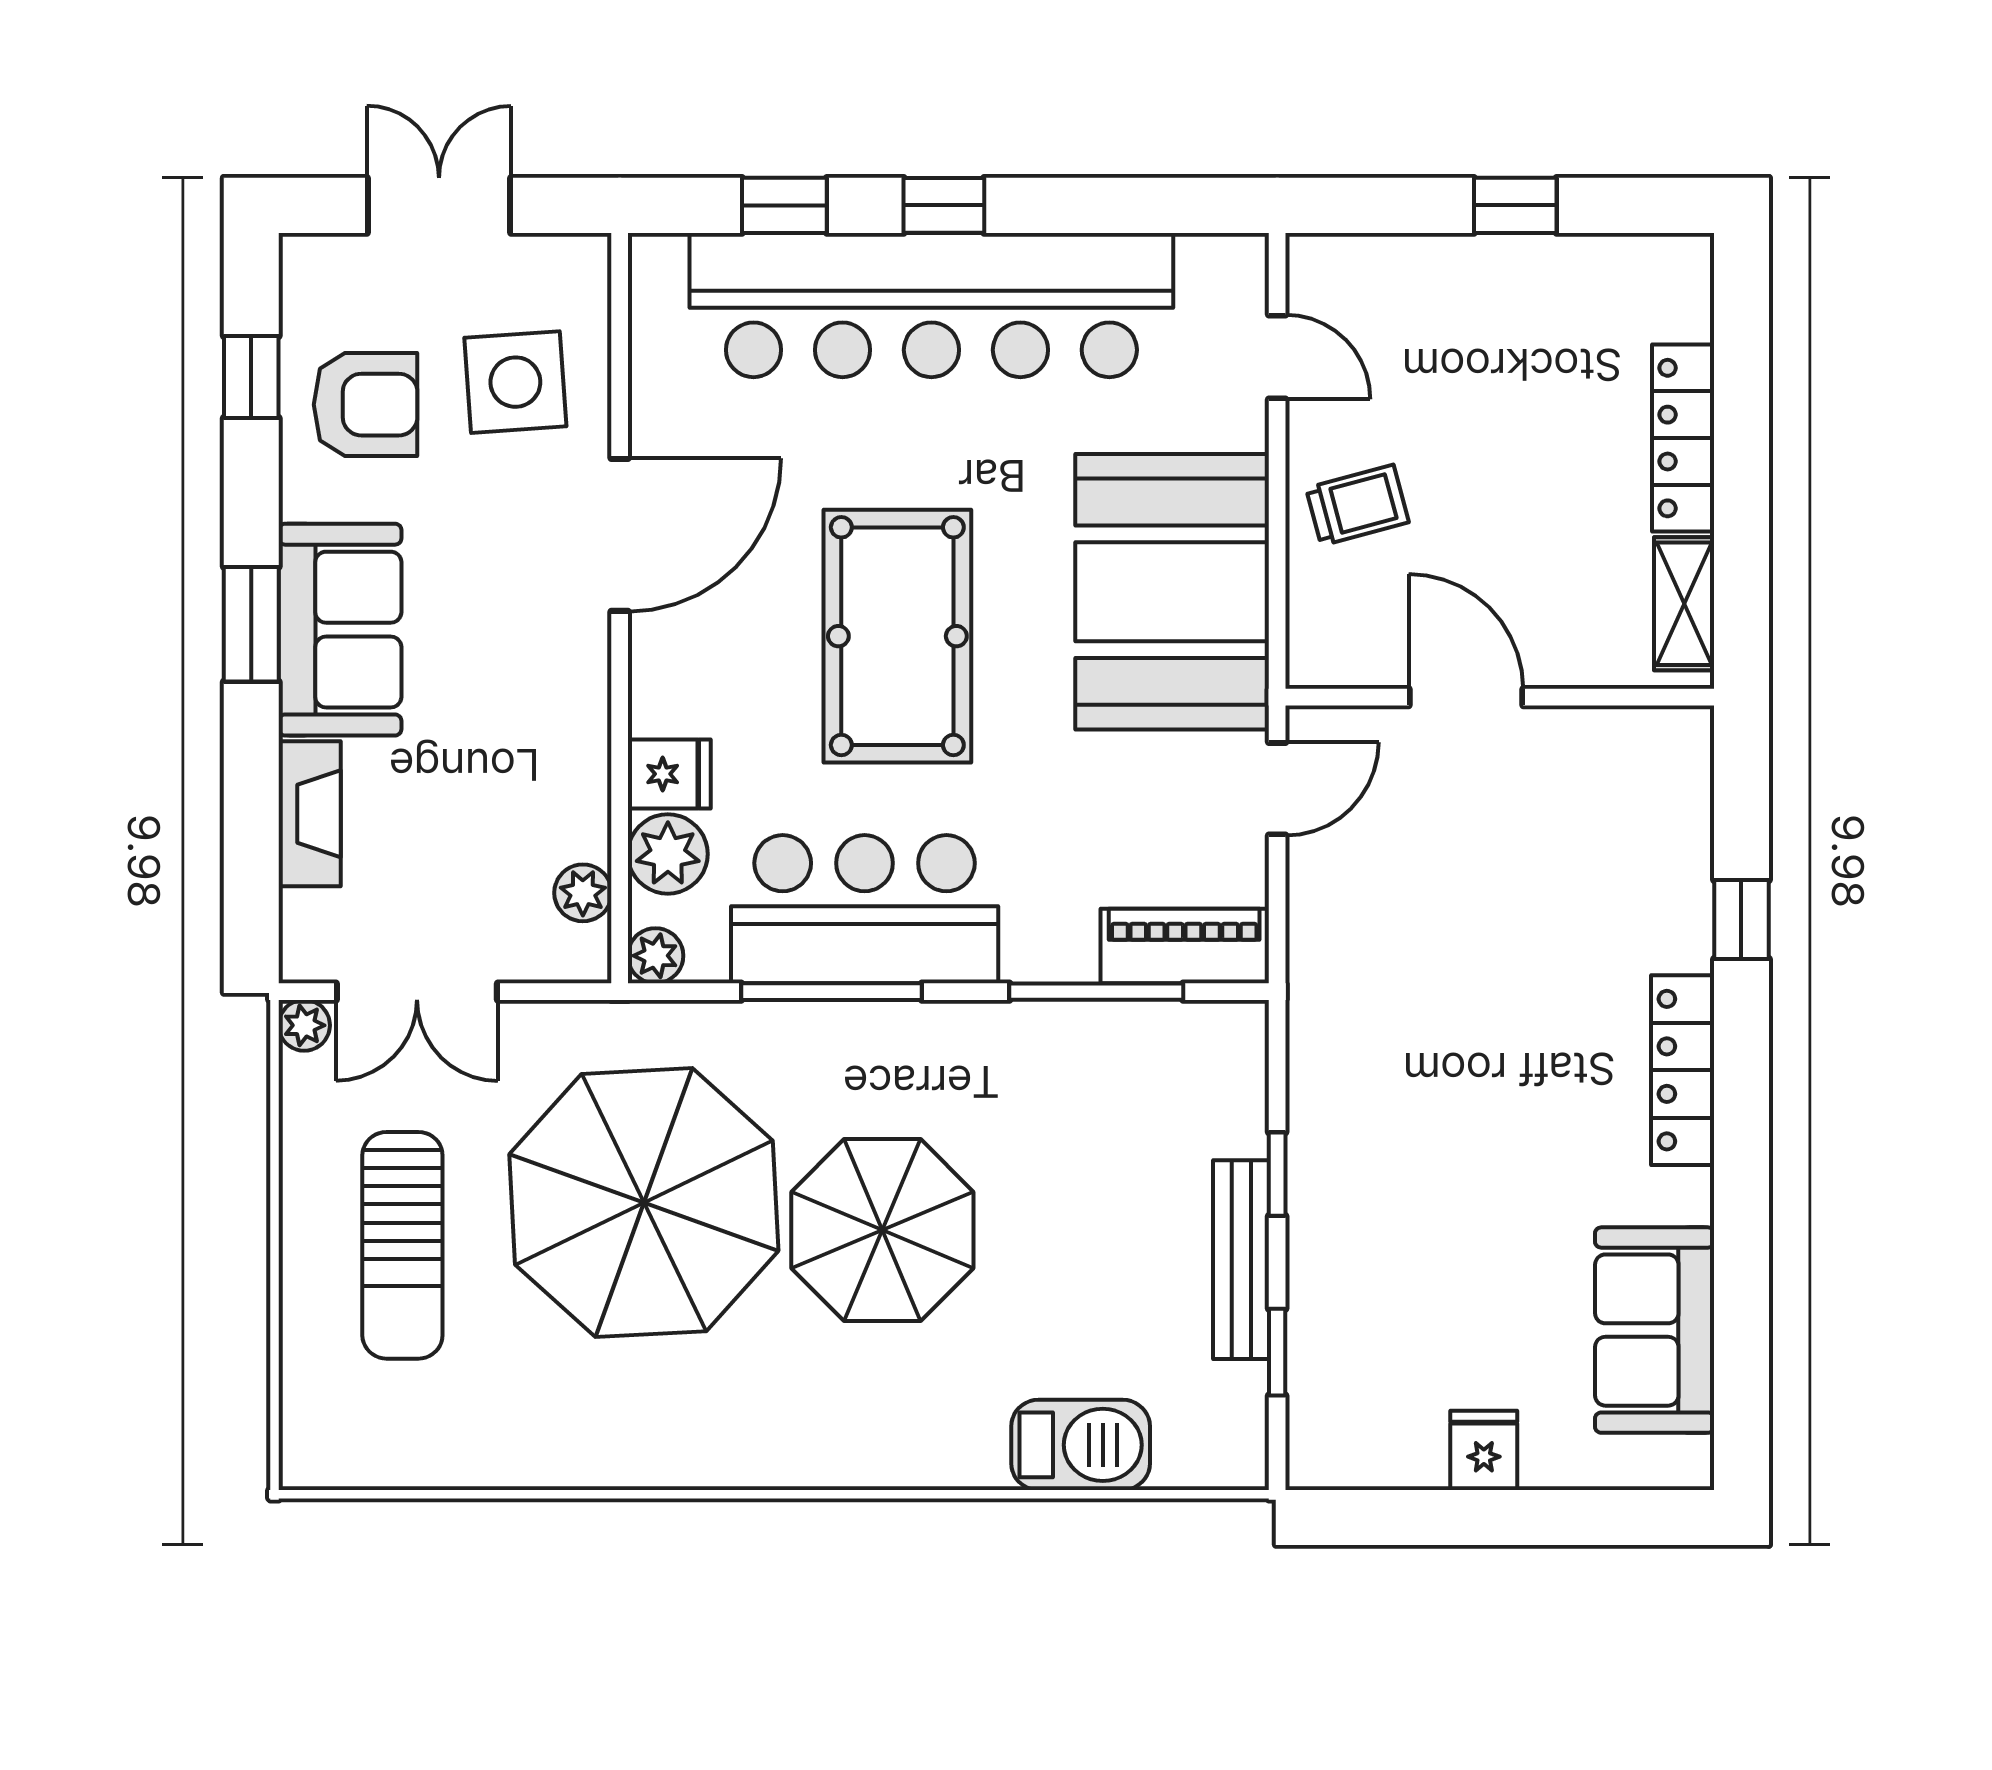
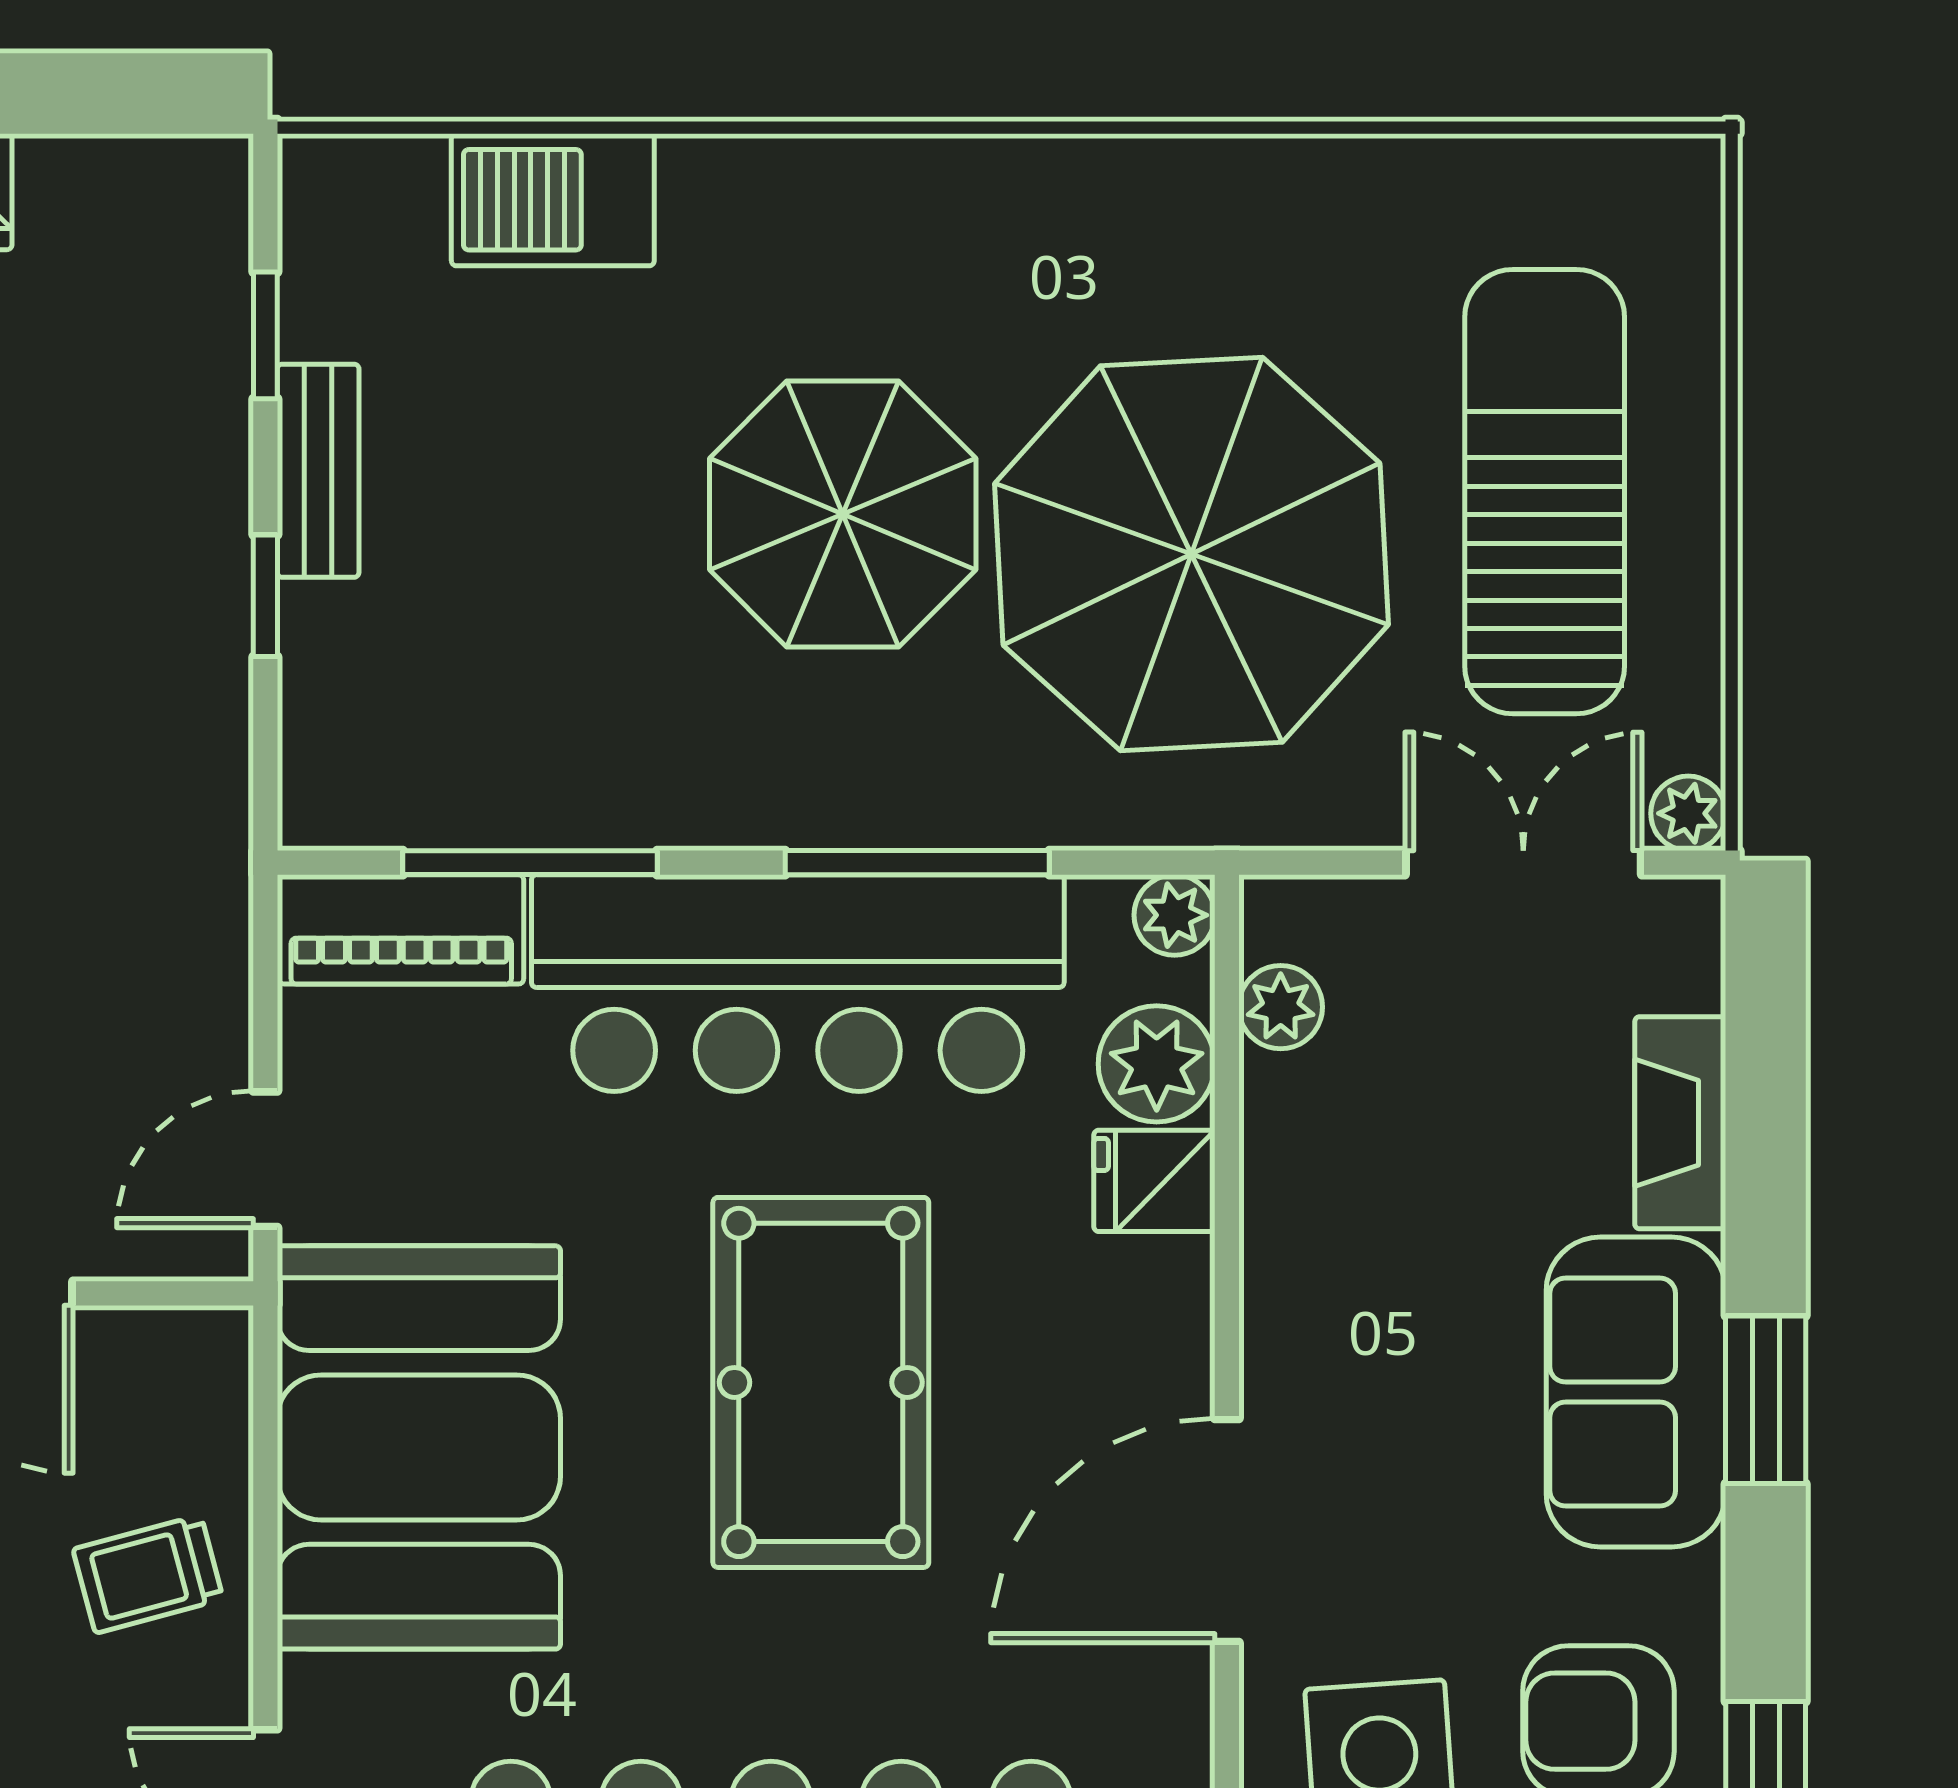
bar counter: (865, 909) -> (798, 983), width x1.36
sun lounger: (402, 1245) -> (1545, 492), width x1.36, depth x1.34
bench: (1241, 1260) -> (318, 471), width x0.73

